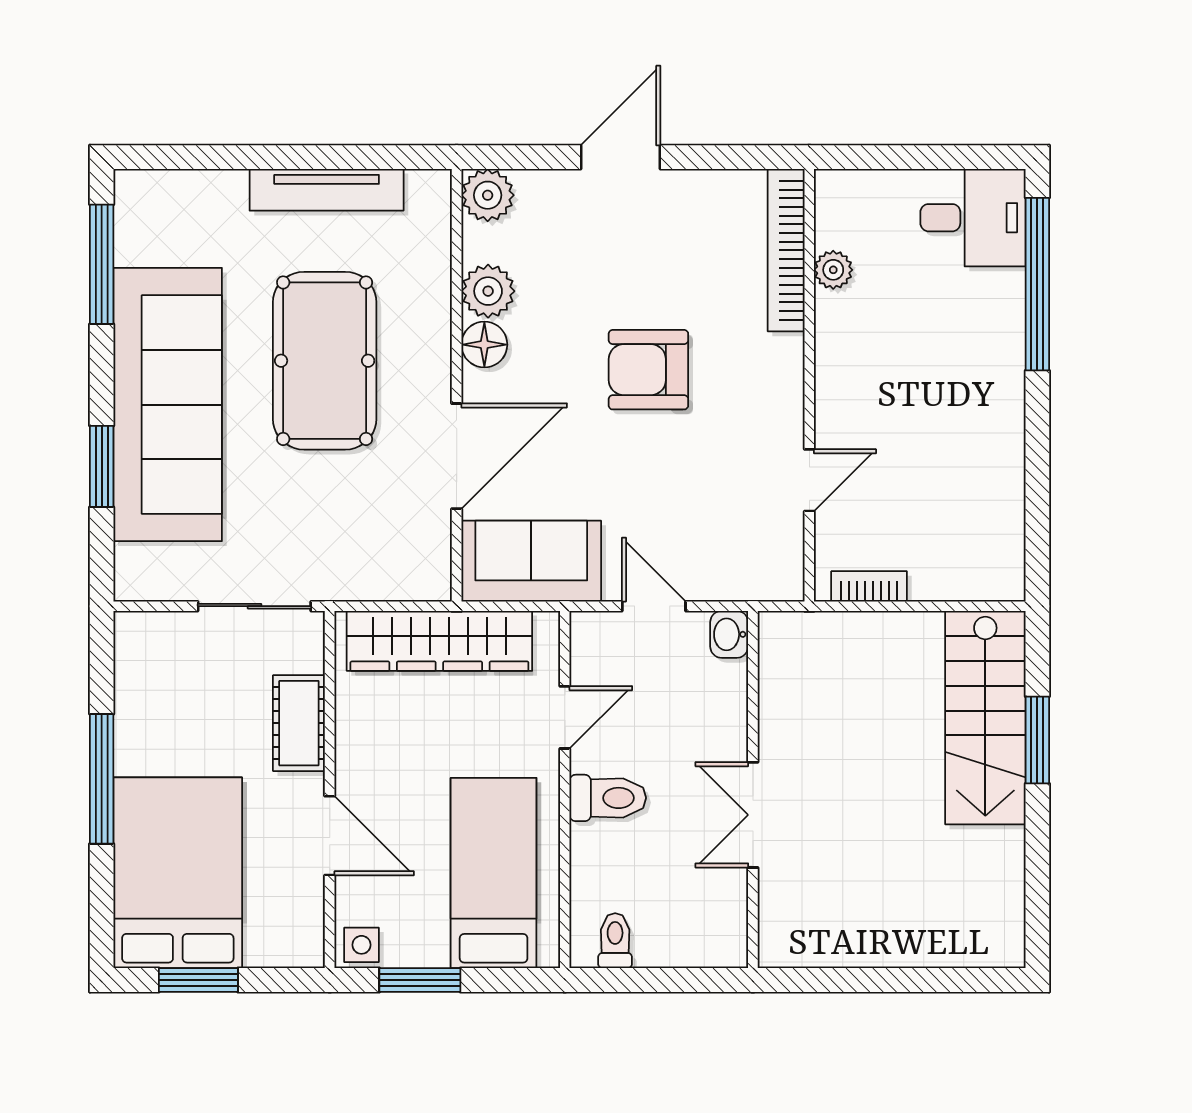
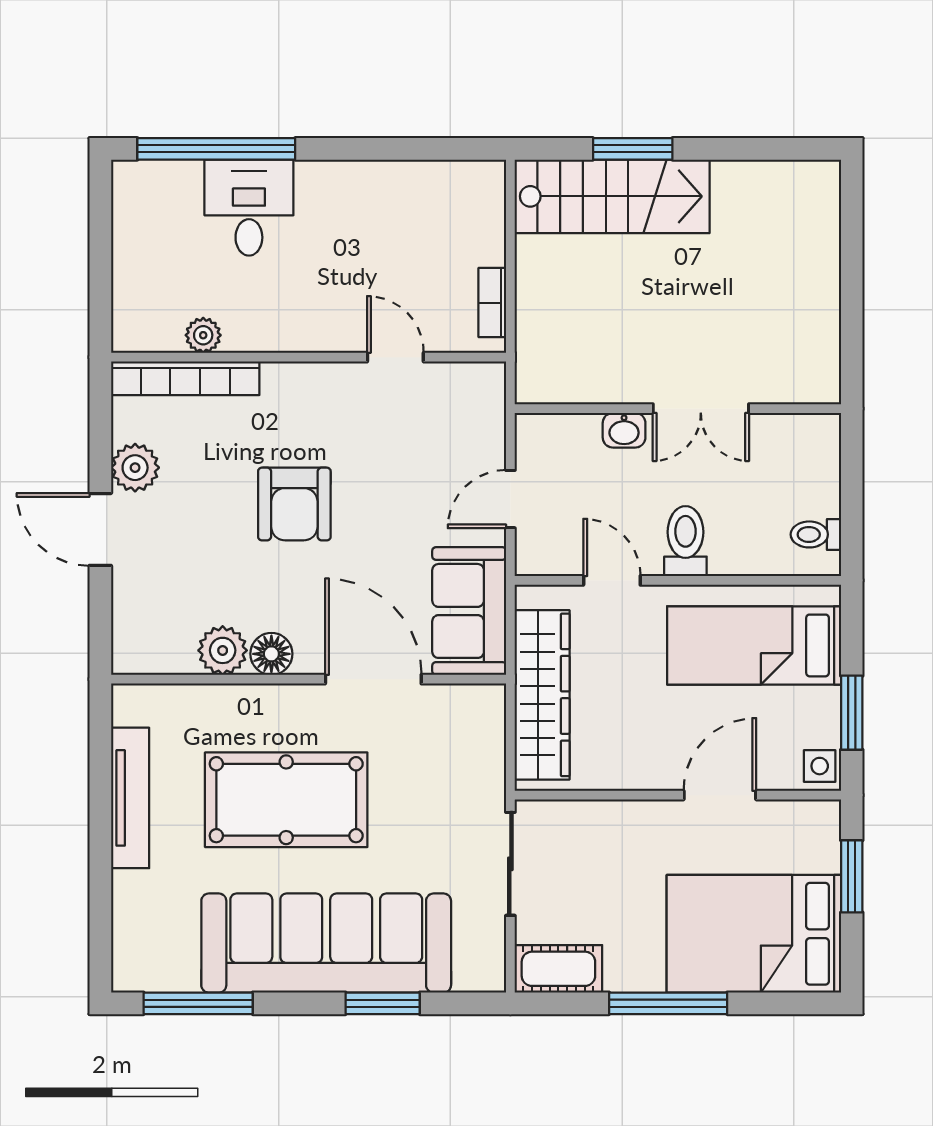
plant: (488, 195) -> (135, 468), moved
desk: (973, 218) -> (249, 208), moved
washbasin: (729, 634) -> (624, 430), moved
cot: (299, 723) -> (558, 969), moved
window: (198, 980) -> (852, 876), moved

